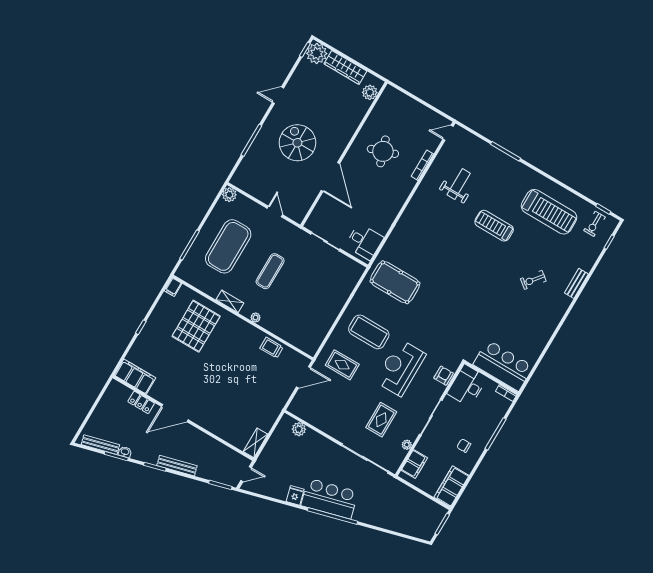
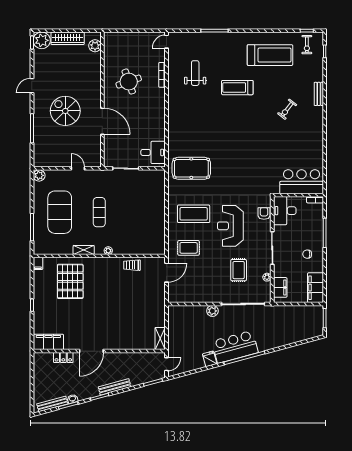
plant: (299, 429) -> (212, 311), moved

